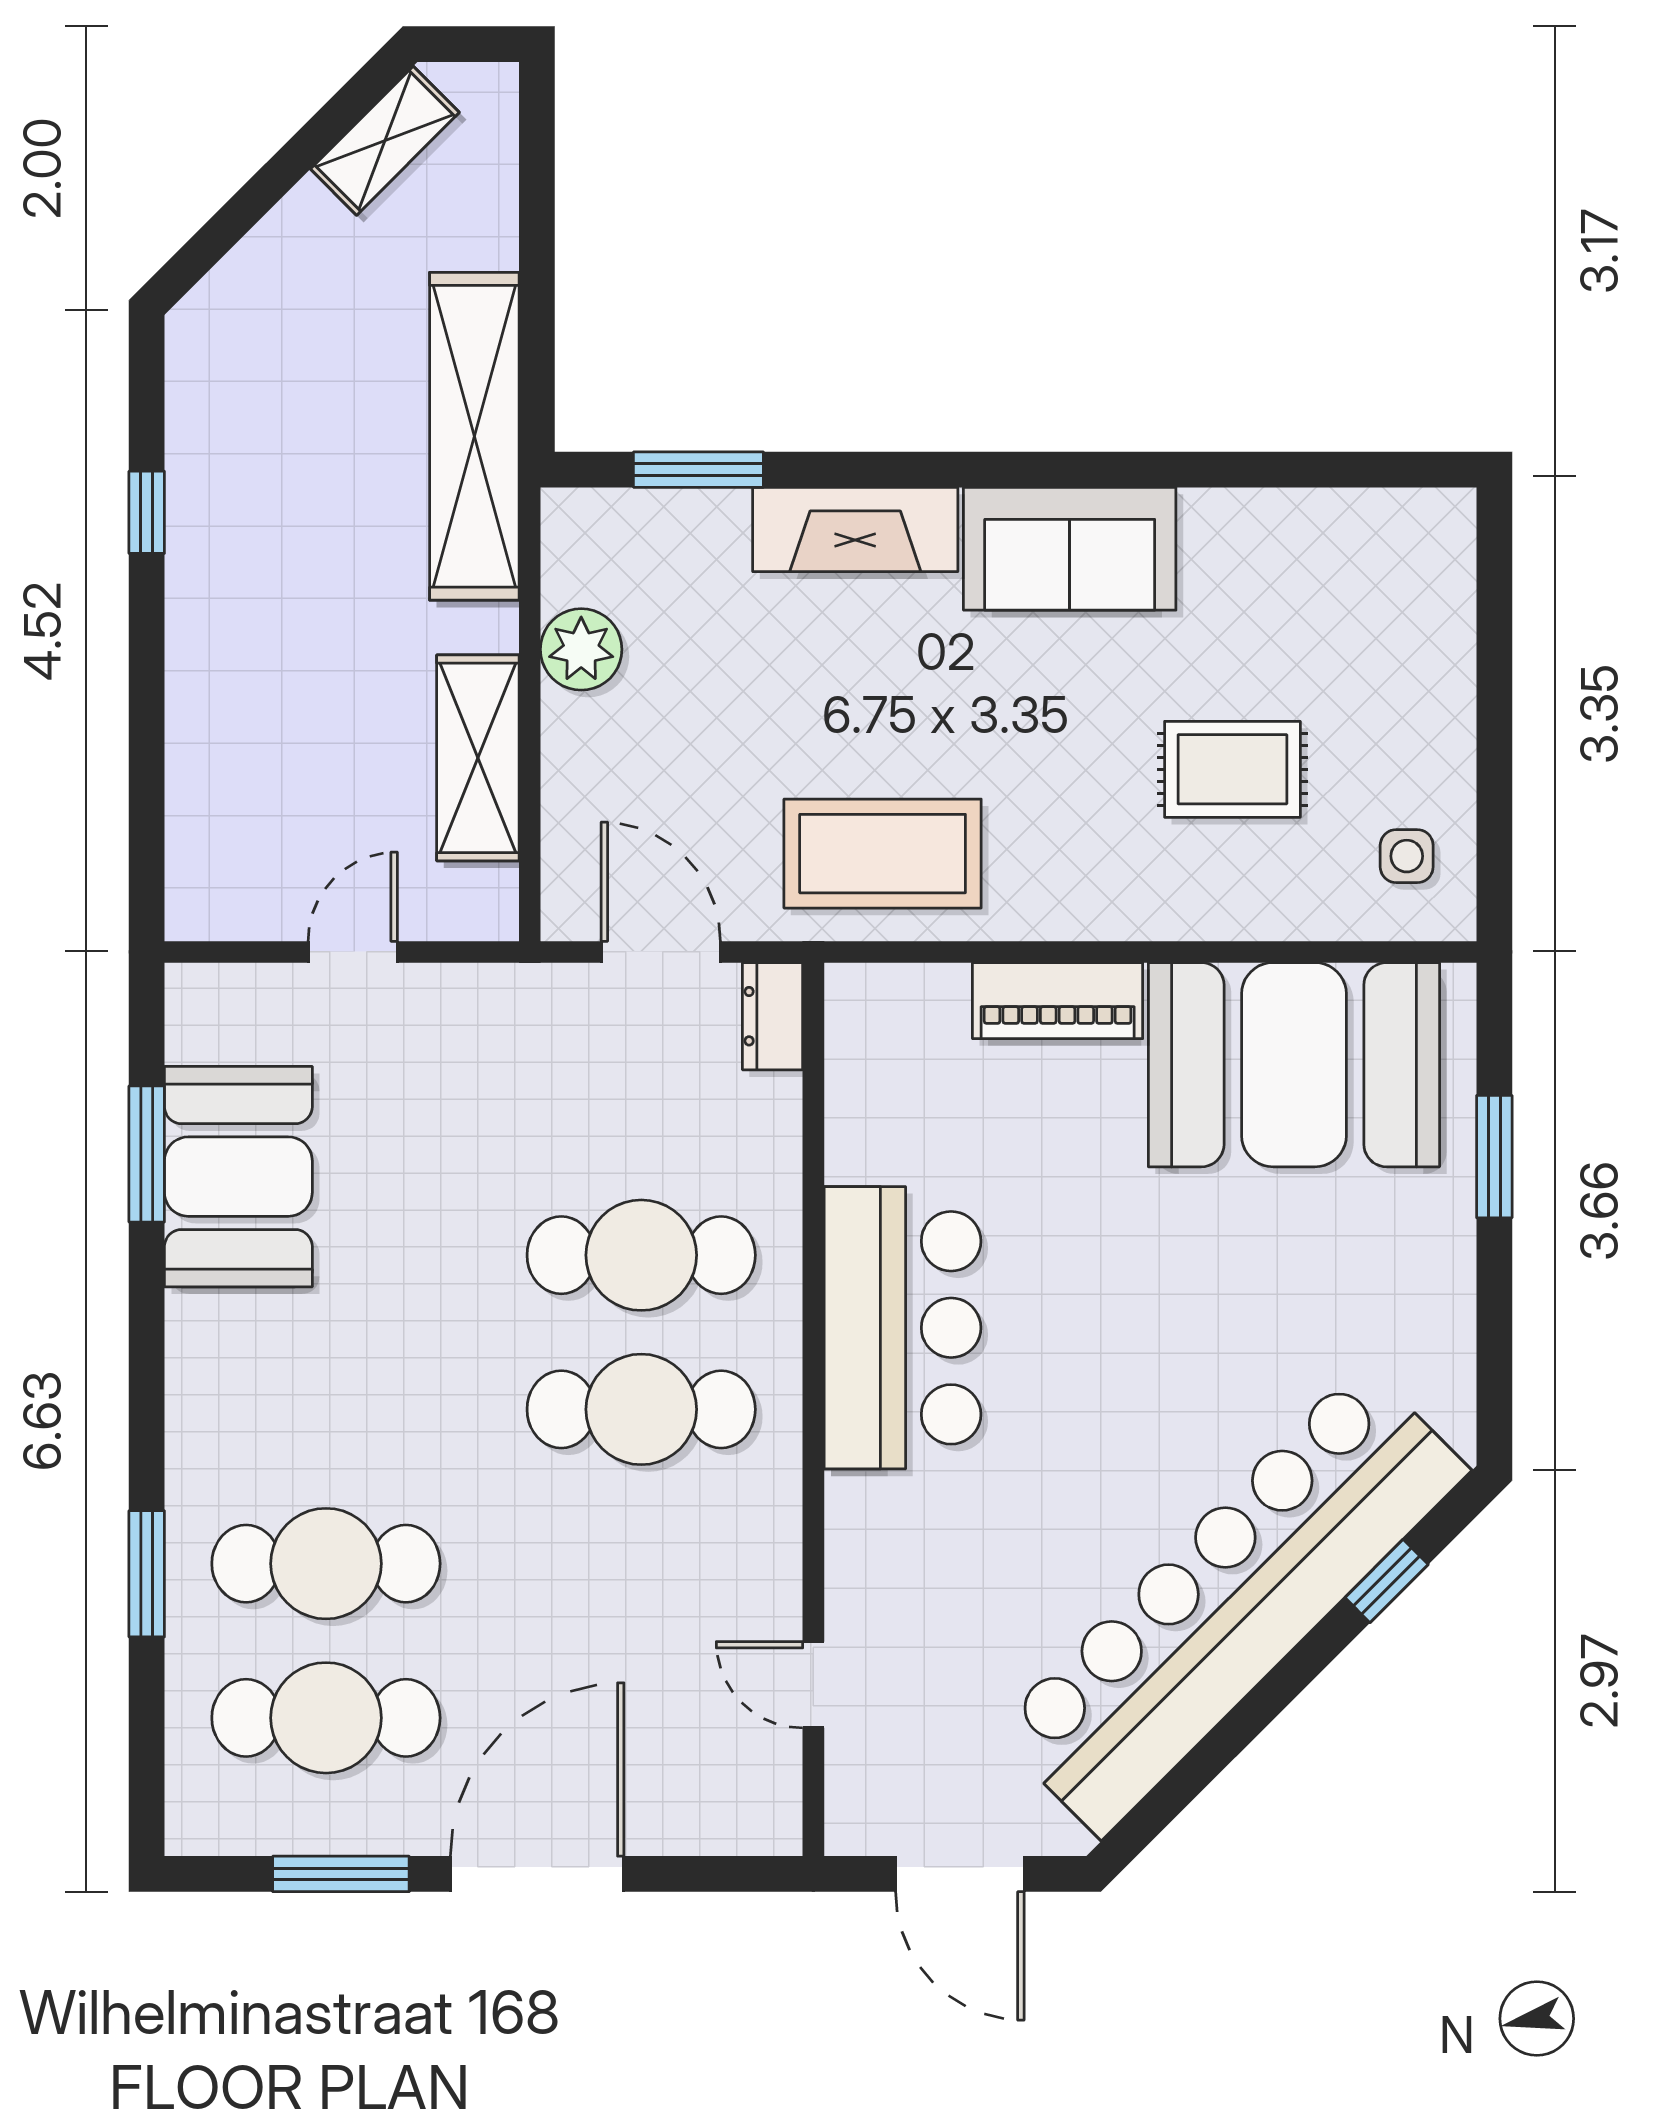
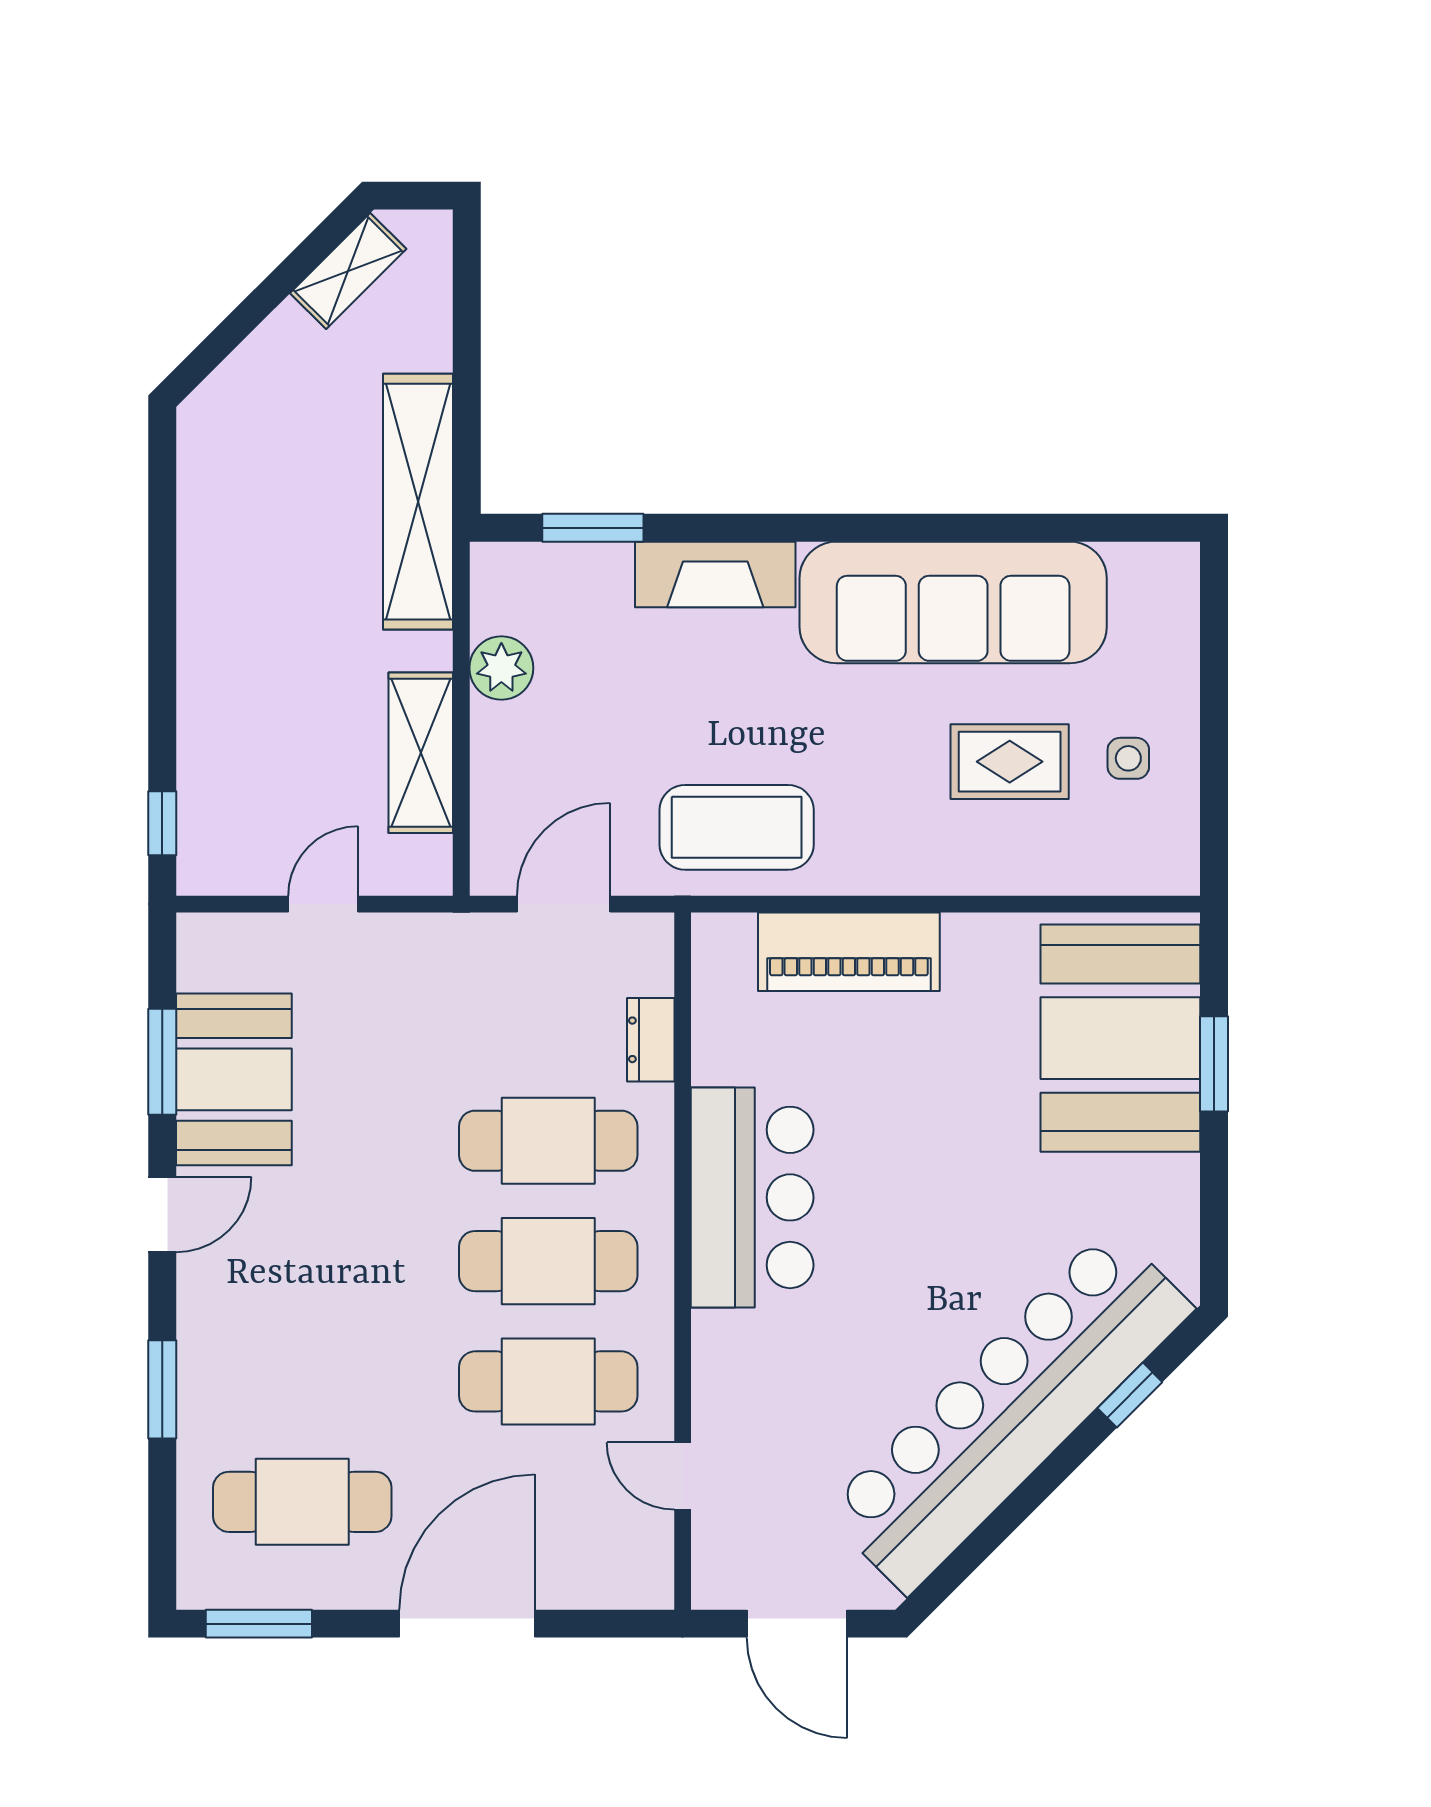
window: (147, 512) -> (162, 823), moved
sofa: (1070, 549) -> (953, 602), width x1.85, depth x1.27
side table: (1407, 856) -> (1128, 758), moved
door: (661, 952) -> (564, 904), hinge flipped
piano: (1058, 1001) -> (849, 952), width x1.37, depth x1.33
dresser: (773, 1016) -> (651, 1040), moved
booth: (1294, 1065) -> (1120, 1038), moved, turned 90
door: (147, 1349) -> (162, 1214), added
cafe table: (326, 1564) -> (548, 1381), moved
window: (341, 1874) -> (259, 1624), moved

